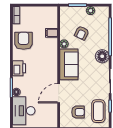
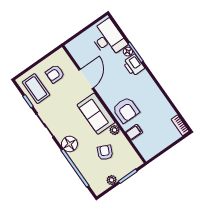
armchair: (24, 41) -> (126, 110), moved
printer: (19, 68) -> (134, 65), moved

